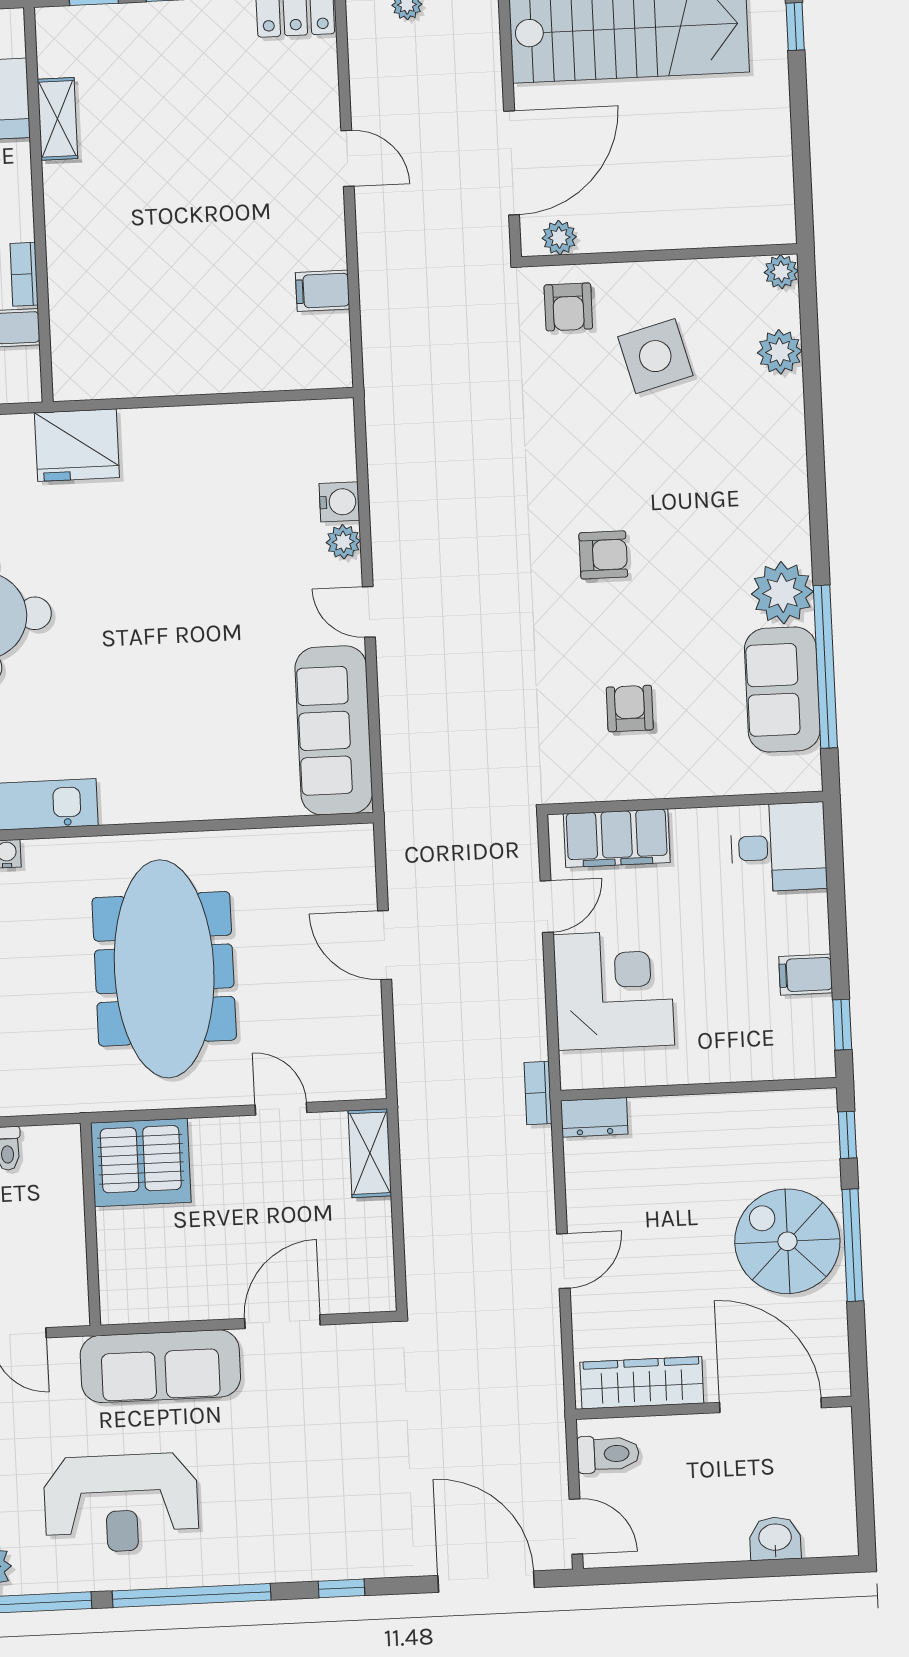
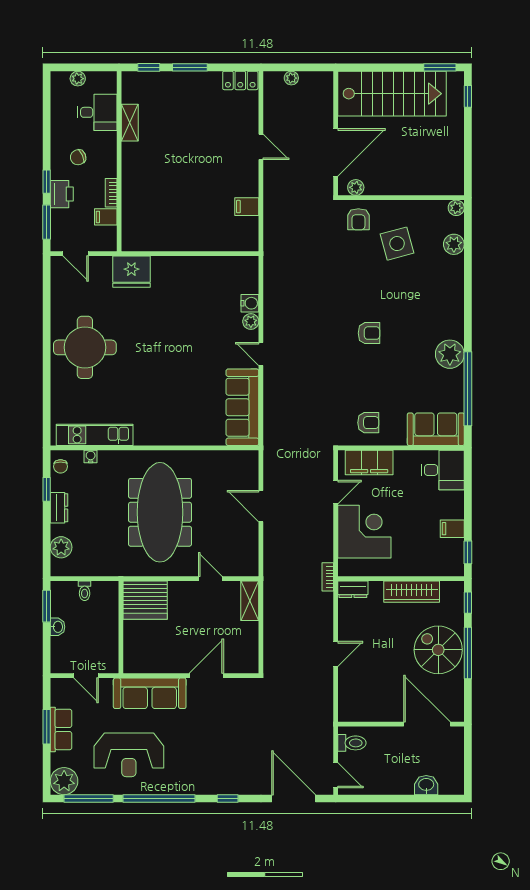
sofa: (782, 690) -> (436, 429), moved, turned 90
armchair: (630, 708) -> (368, 423), moved, turned 90
wardrobe: (642, 1383) -> (412, 592), moved, turned 180

